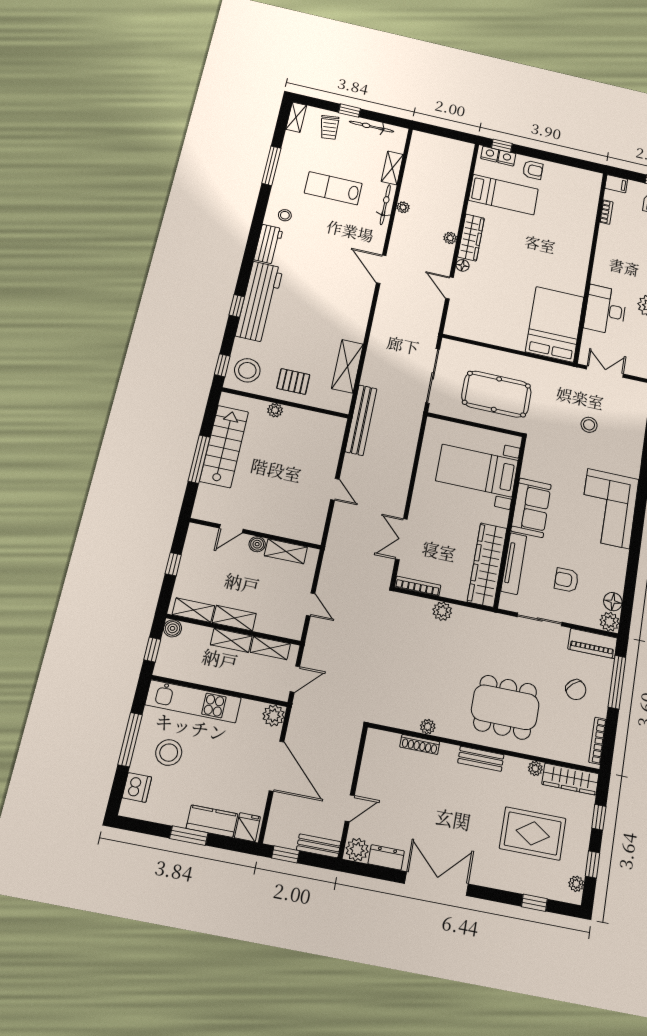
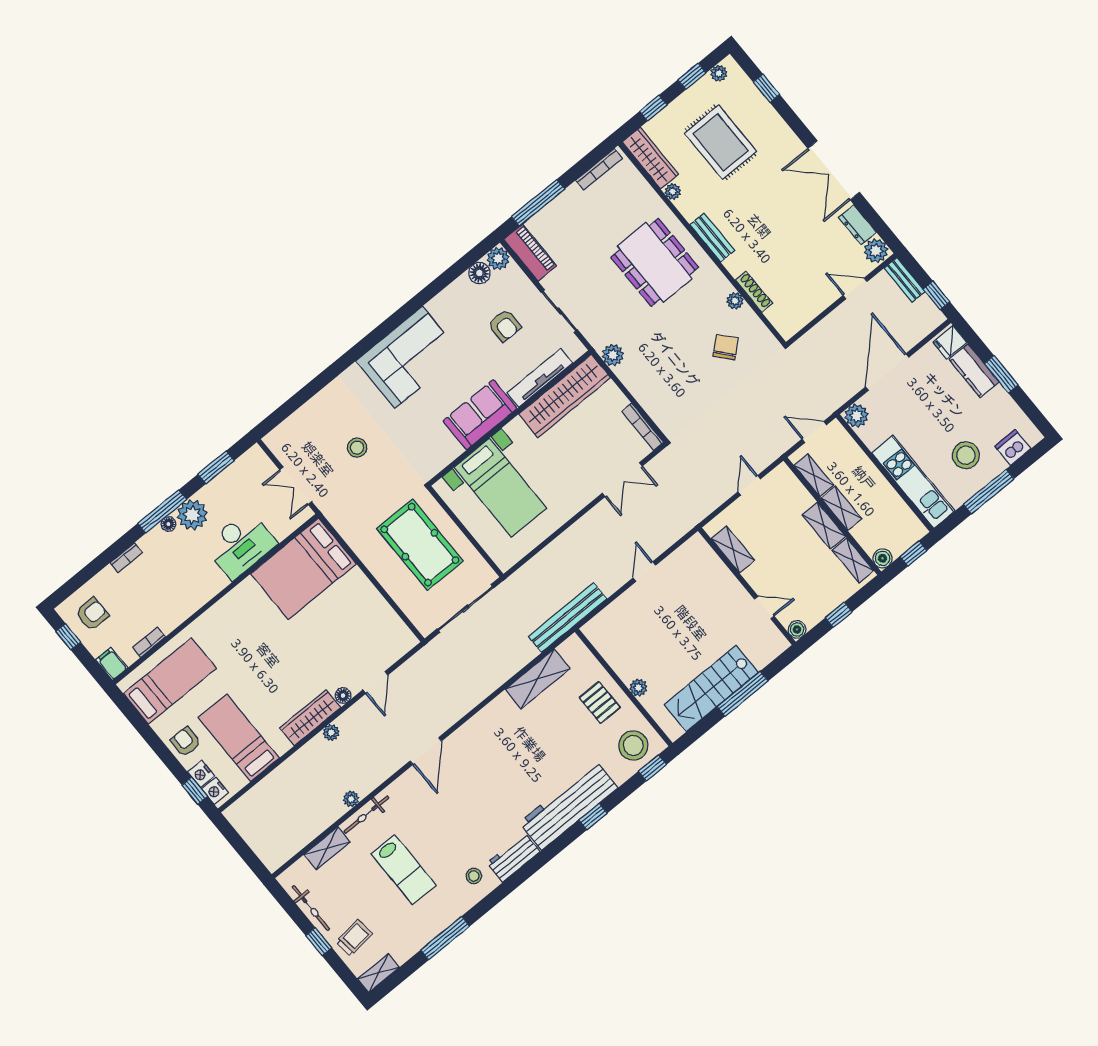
bed: (574, 198) -> (170, 681), added
boiler: (257, 544) -> (797, 629), moved
plant: (442, 611) -> (613, 355), moved
chair: (576, 690) -> (726, 347), moved

